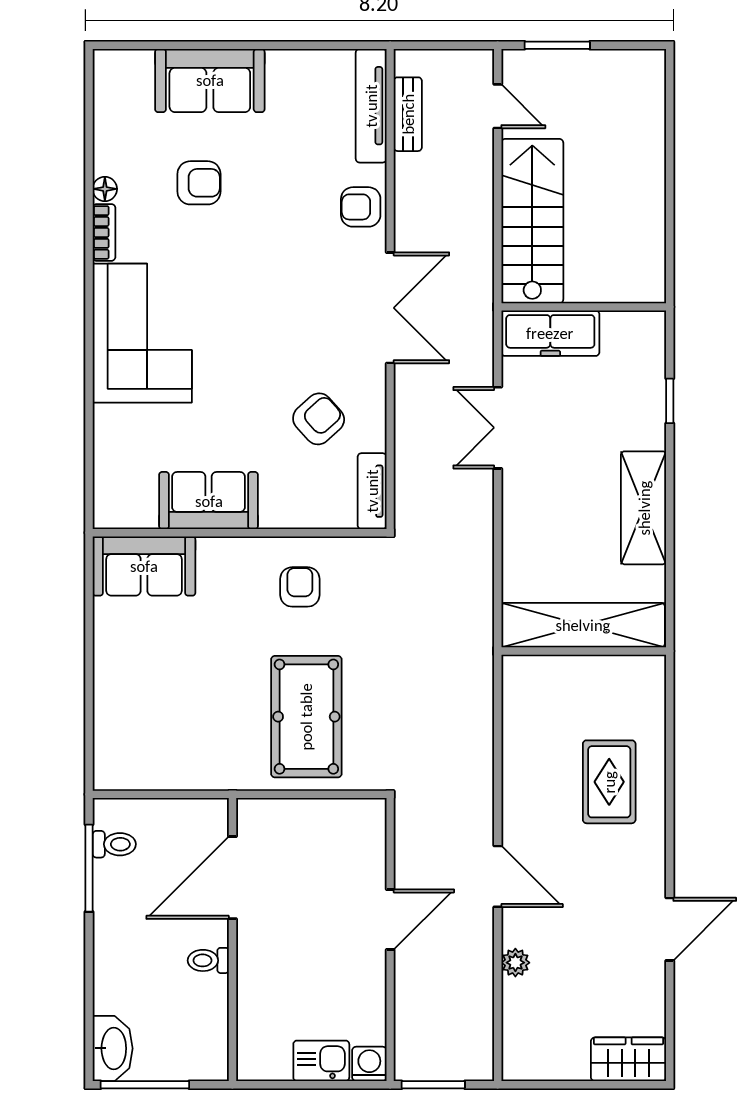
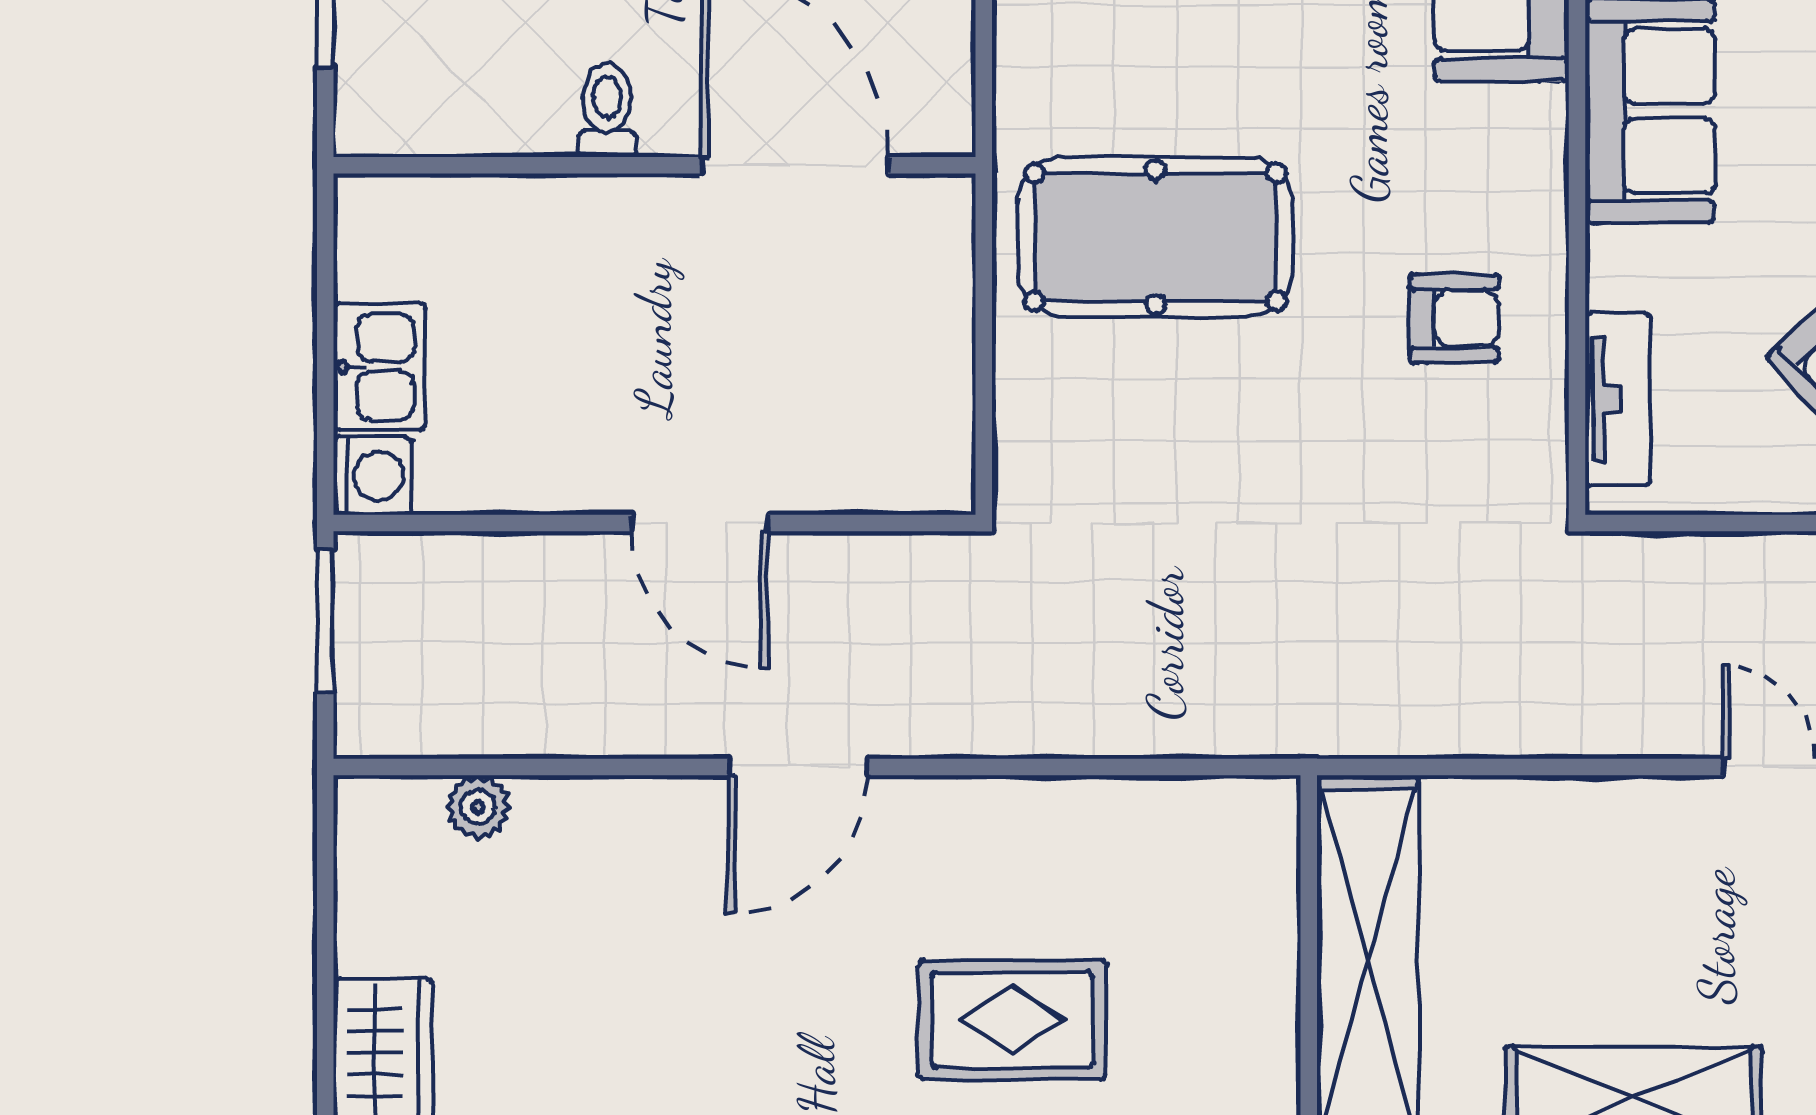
tv unit: (372, 491) -> (1618, 399), moved, turned 90
pool table: (306, 717) -> (1155, 237), moved
plant: (515, 963) -> (478, 807), moved

